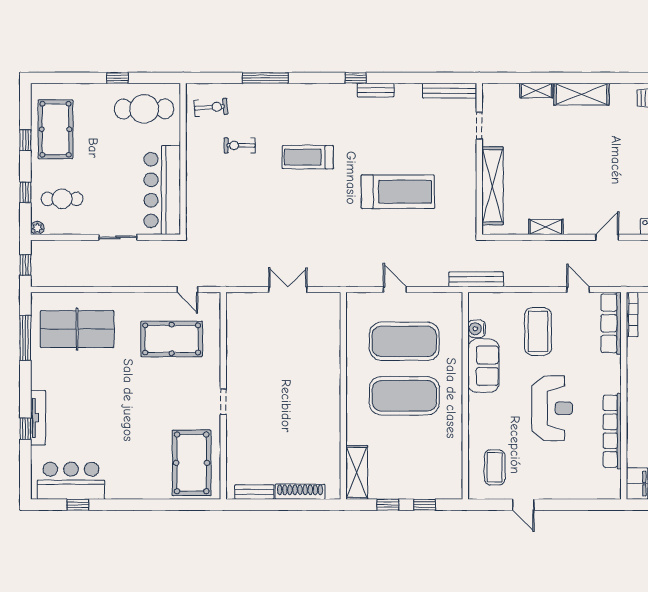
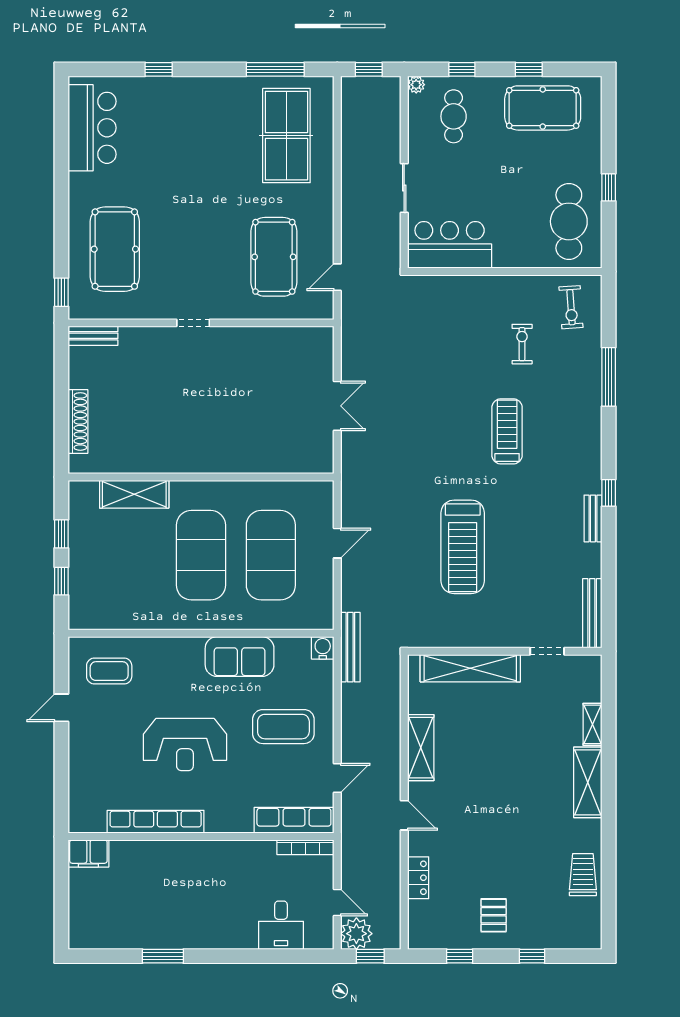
bar counter: (162, 190) -> (450, 245), width x0.73
shelving: (546, 227) -> (421, 748), width x1.50, depth x1.33
water cooler: (477, 329) -> (323, 648), moved
tv unit: (38, 418) -> (173, 86), removed
pool table: (192, 463) -> (115, 249), moved, turned 90
shelving: (357, 472) -> (134, 494), moved
bench: (254, 492) -> (93, 336), moved, turned 90
window: (78, 505) -> (61, 292), moved

